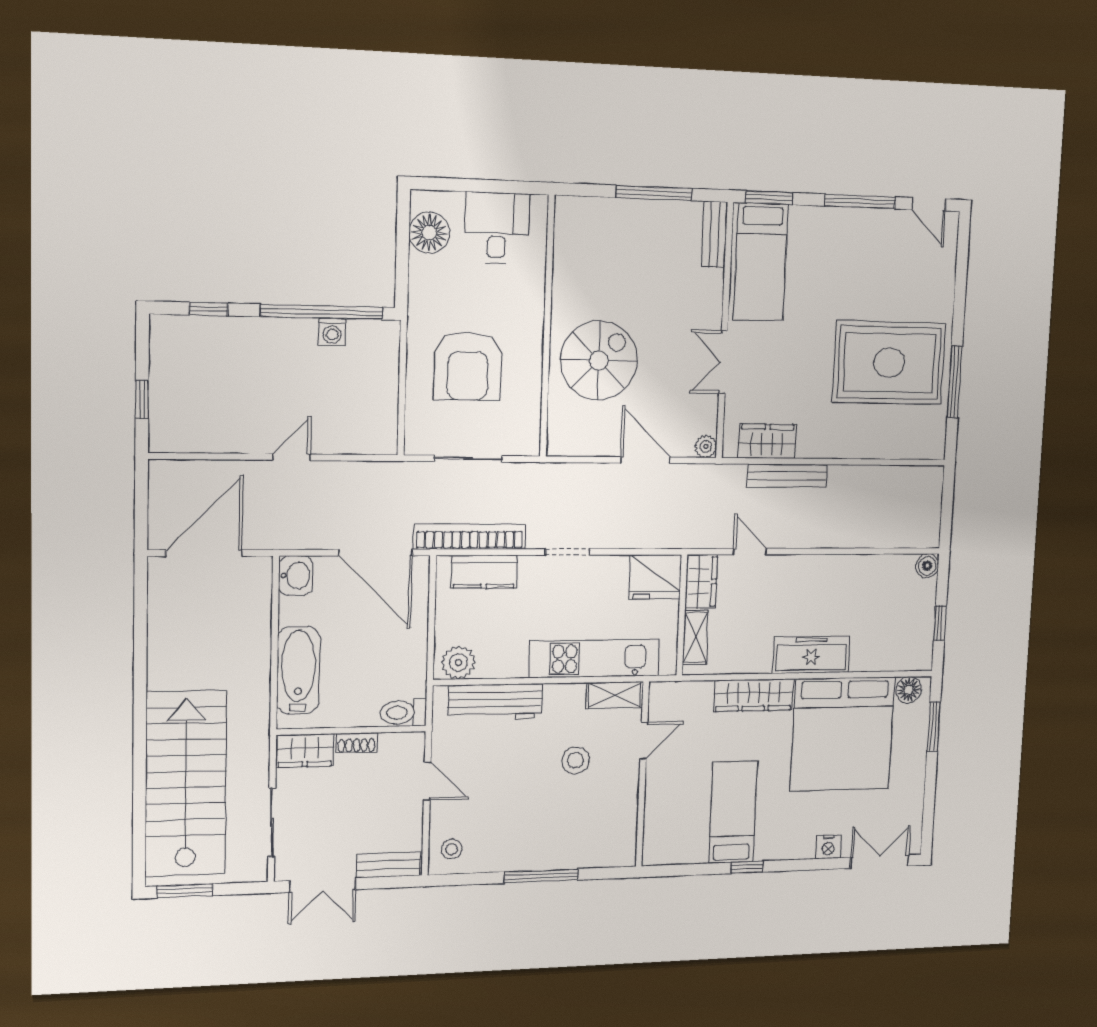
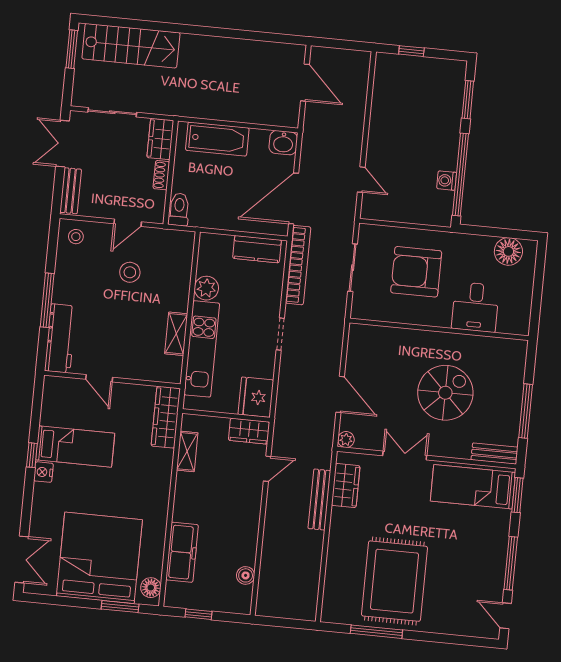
door: (929, 204) -> (506, 616), hinge flipped
desk: (497, 228) -> (475, 307), moved, turned 90
window: (209, 309) -> (468, 100), width x1.50
spiral stairs: (599, 360) -> (445, 393), moved, turned -90
door: (291, 457) -> (361, 180), moved
door: (645, 460) -> (340, 394), hinge flipped
door: (204, 553) -> (305, 83), width x0.73
boiler: (927, 566) -> (246, 575), moved
kitchen counter: (484, 572) -> (257, 249), moved, turned -90
shelving: (695, 638) -> (187, 451), moved, turned 90
freezer: (811, 655) -> (182, 552), moved
plant: (459, 663) -> (206, 288), moved
shelving: (615, 695) -> (176, 334), moved
wardrobe: (754, 695) -> (166, 417), moved
workbench: (495, 702) -> (60, 338), moved, turned 180
bed: (842, 734) -> (99, 558), moved, turned 90
door: (644, 741) -> (99, 378), moved
stool: (576, 760) -> (130, 272), moved
stairs: (186, 784) -> (131, 46), width x0.73, depth x0.66
nightstand: (828, 847) -> (43, 472), moved

